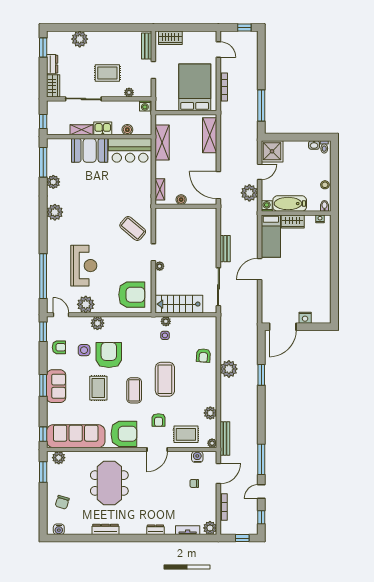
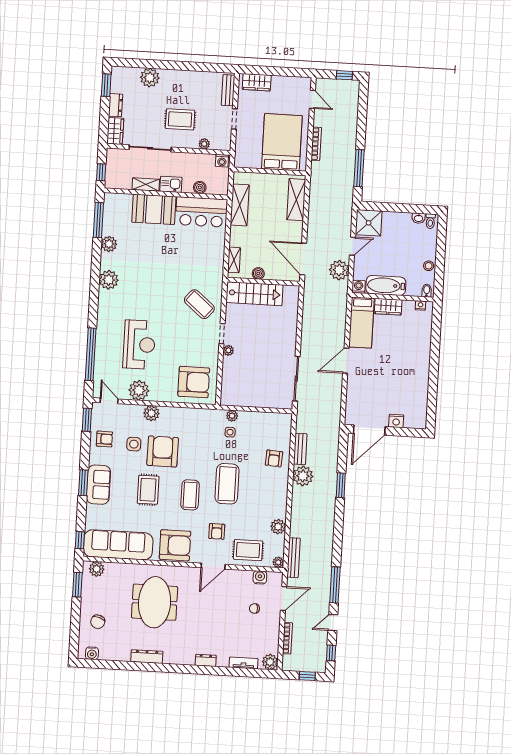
bench: (225, 249) -> (300, 449), moved
stairs: (179, 304) -> (254, 294), moved, turned 180

